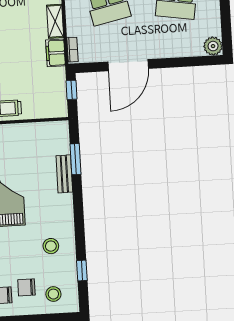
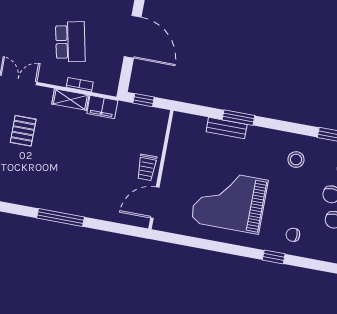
bookcase: (72, 50) -> (80, 85), moved
window: (75, 159) -> (238, 118), moved

